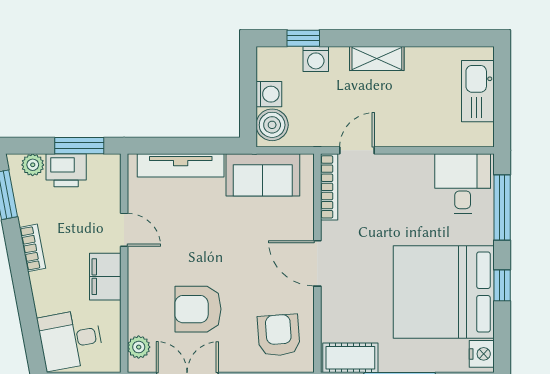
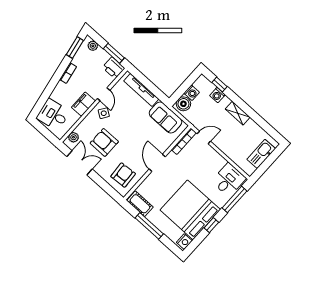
printer: (66, 170) -> (114, 68), moved
side table: (153, 261) -> (104, 113), added

